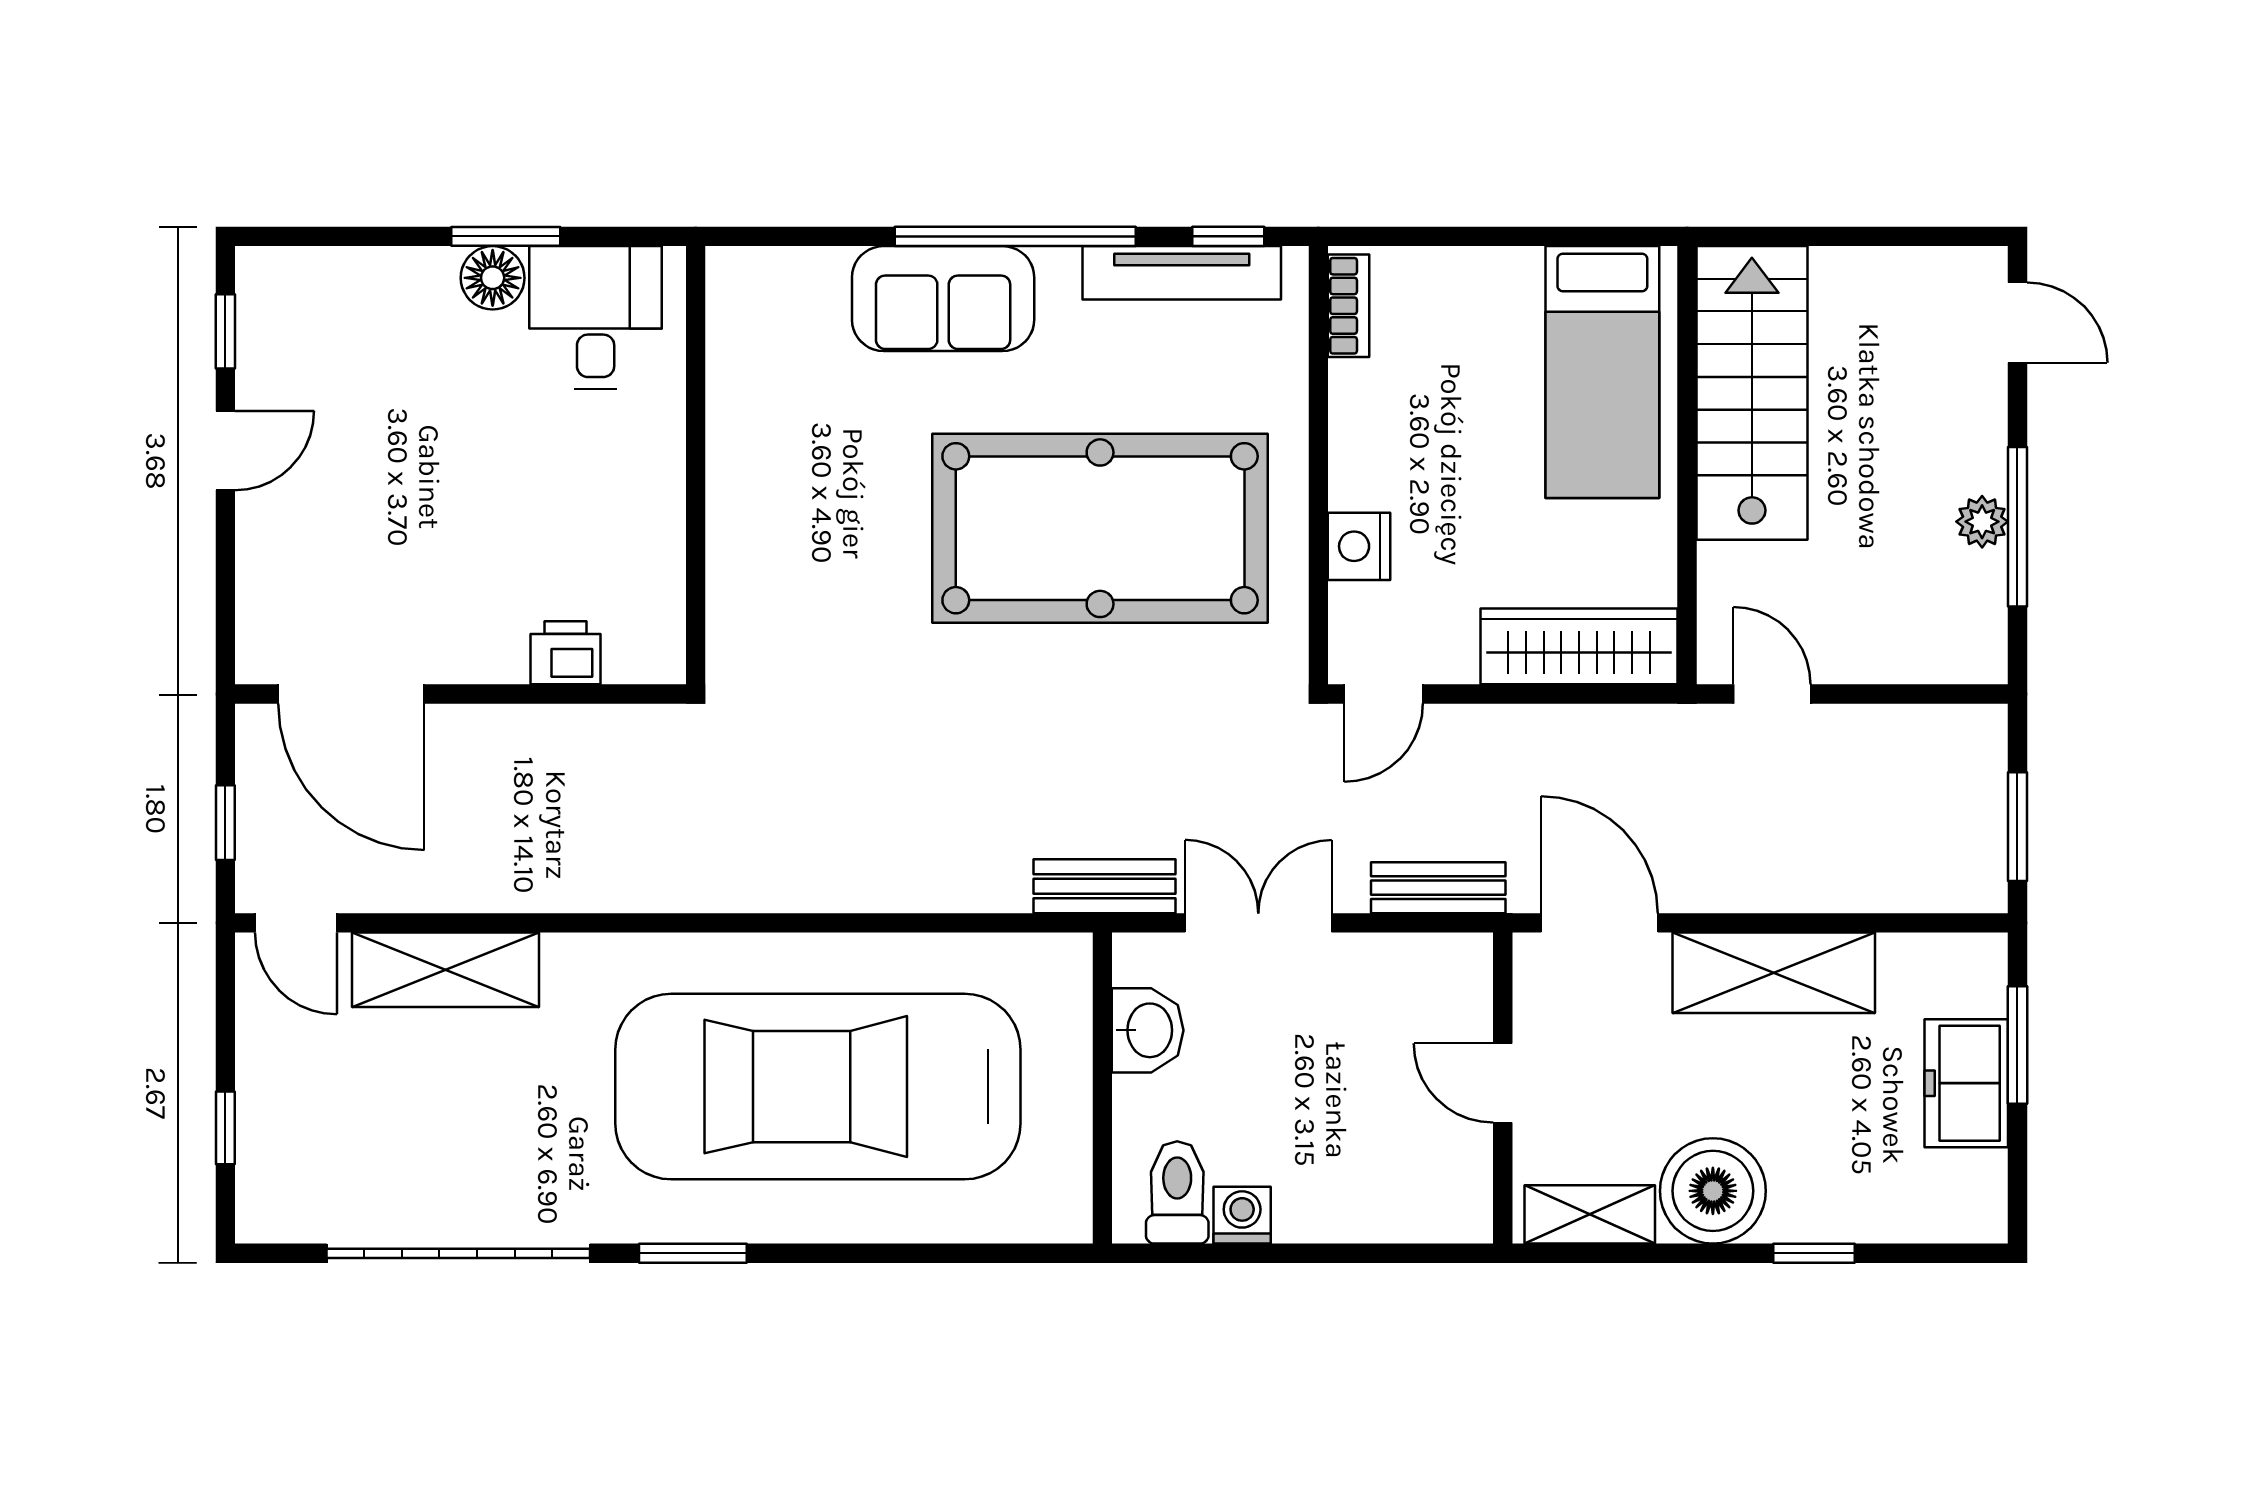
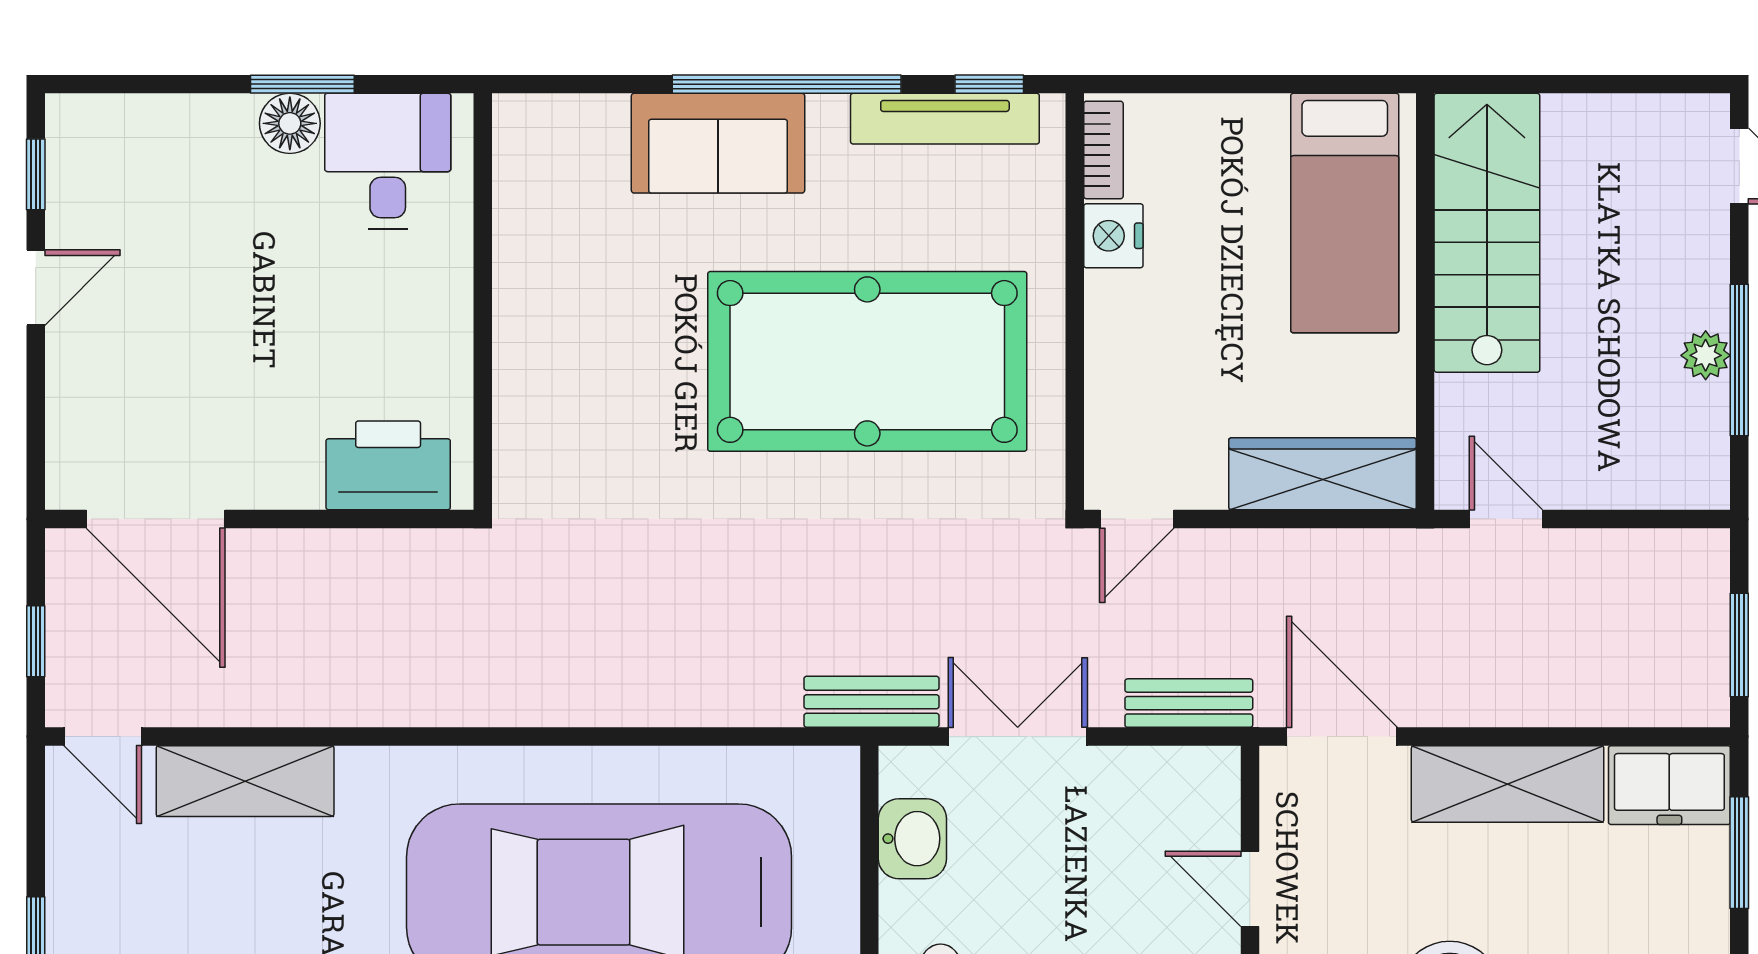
nightstand: (1359, 546) -> (1113, 236), moved
printer: (566, 653) -> (388, 465), width x1.87, depth x1.48
freezer: (1966, 1083) -> (1669, 785), moved, turned -90

